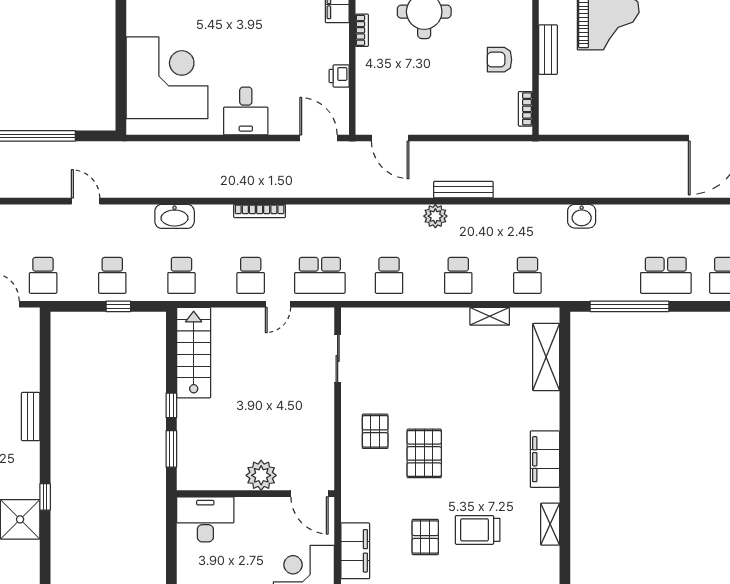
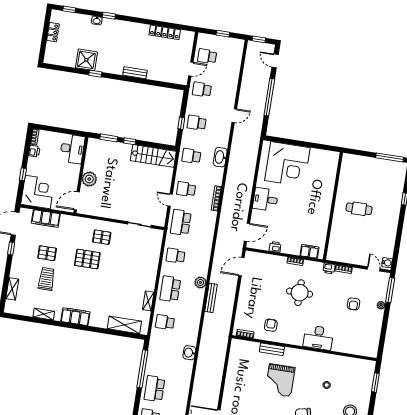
school desk: (458, 275) -> (170, 289), width x1.85

